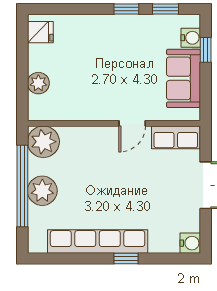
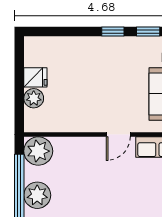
fridge: (40, 32) -> (35, 77), moved

